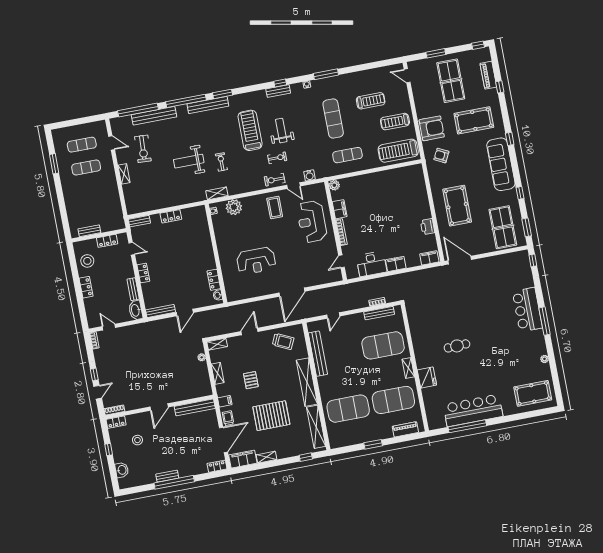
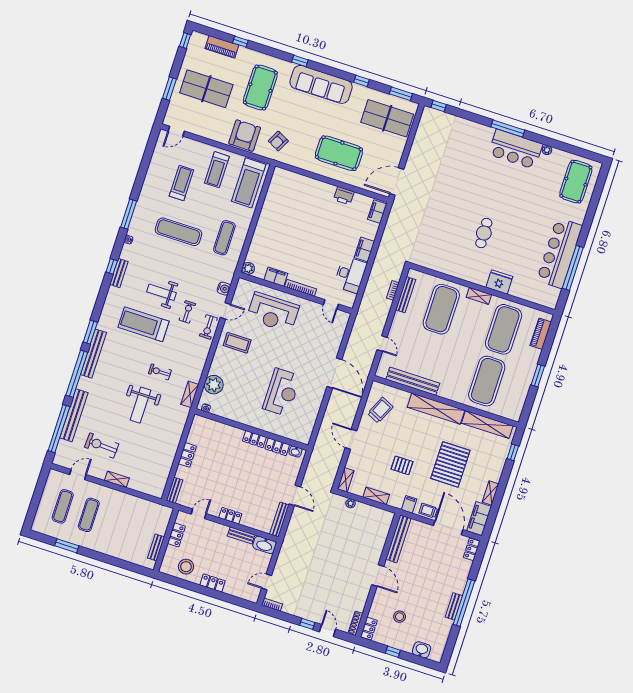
exercise bike: (143, 149) -> (102, 446), turned 180
locker: (210, 260) -> (254, 439), added
bar counter: (527, 310) -> (515, 149), moved

